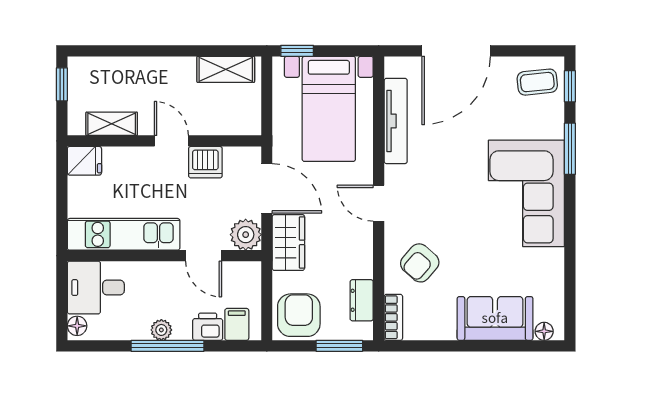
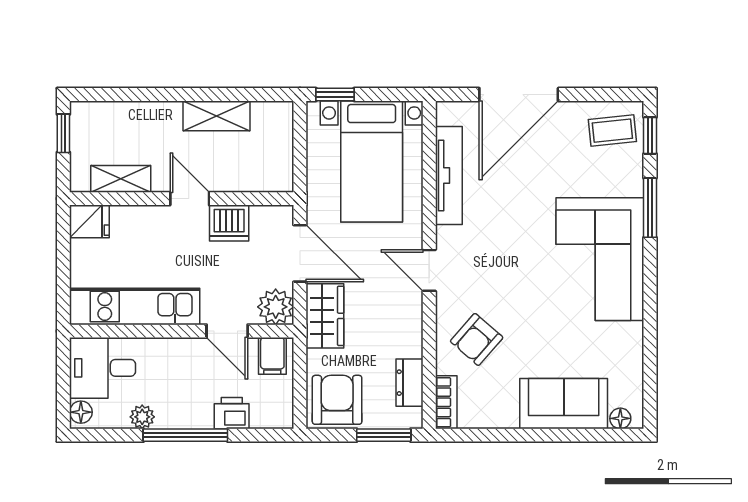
shelving: (226, 69) -> (216, 116), moved
filing cabinet: (237, 324) -> (272, 356), moved, turned 180
plant: (161, 330) -> (142, 417), moved

